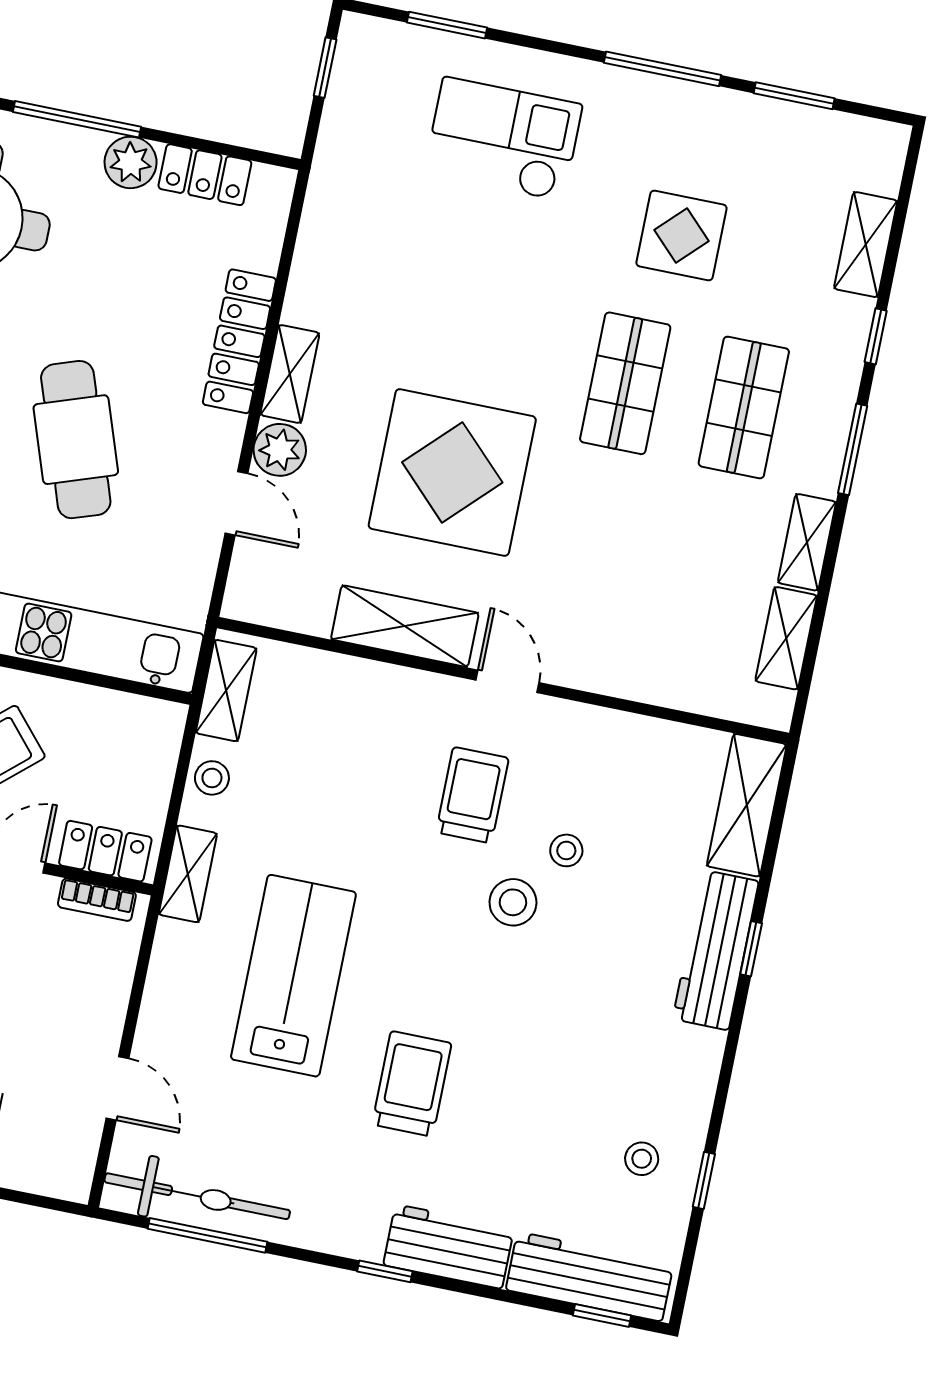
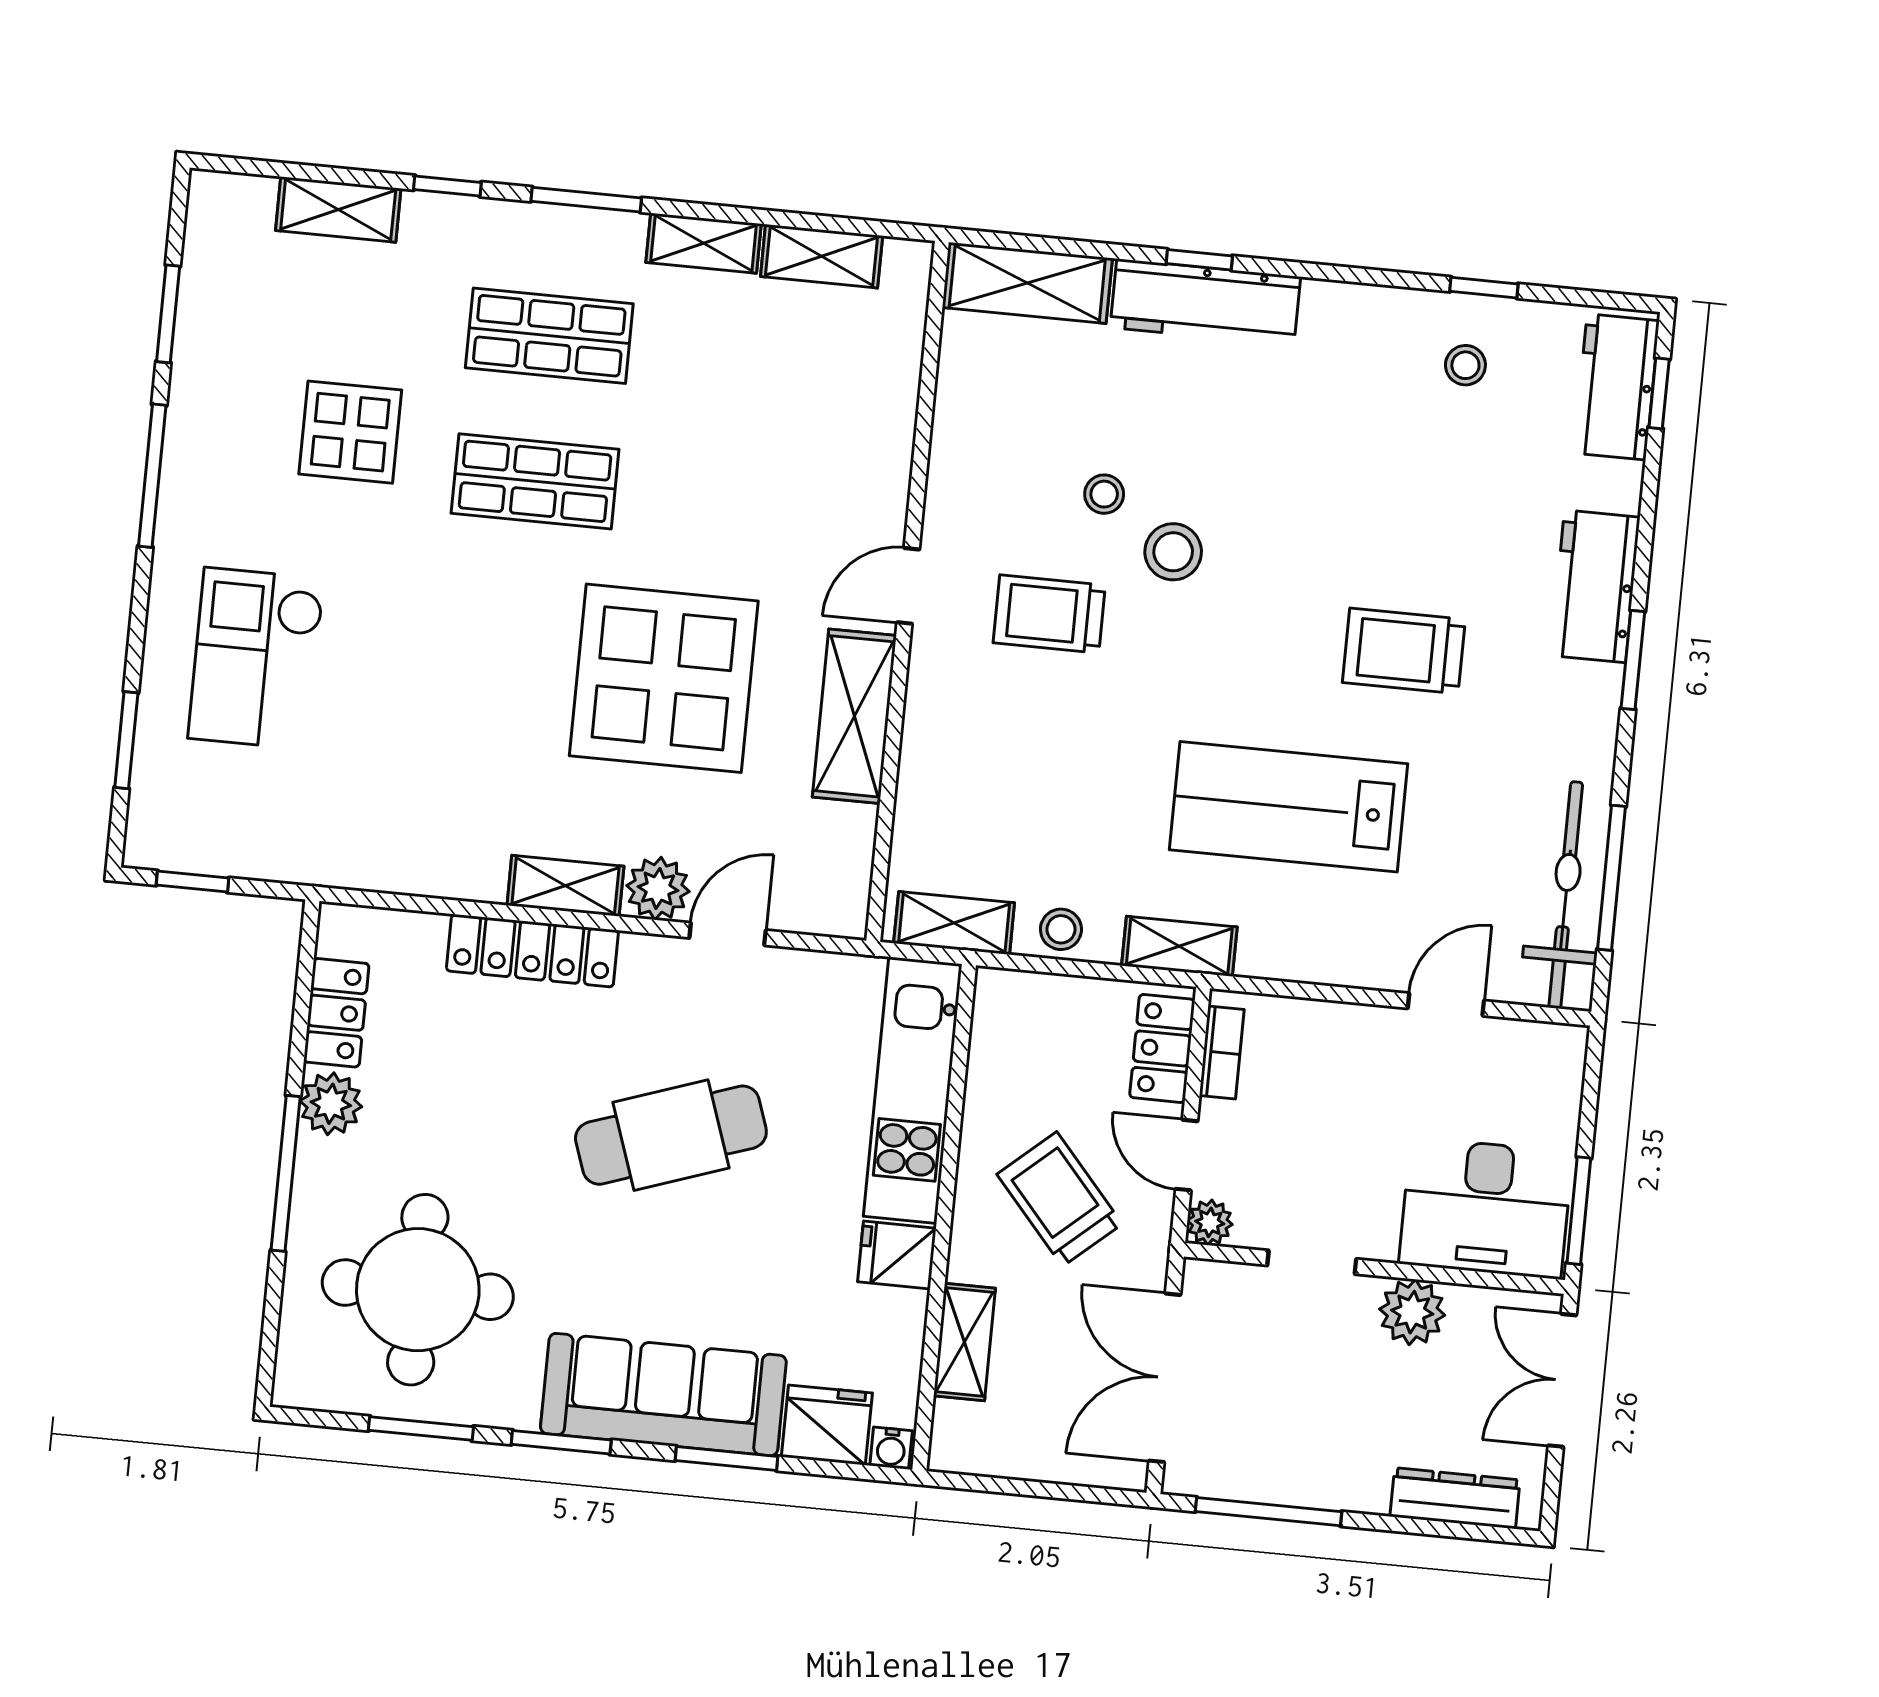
window: (385, 1271) -> (1633, 660), width x1.50
workbench: (590, 1277) -> (1616, 387), width x0.73

